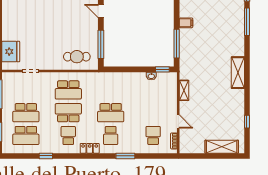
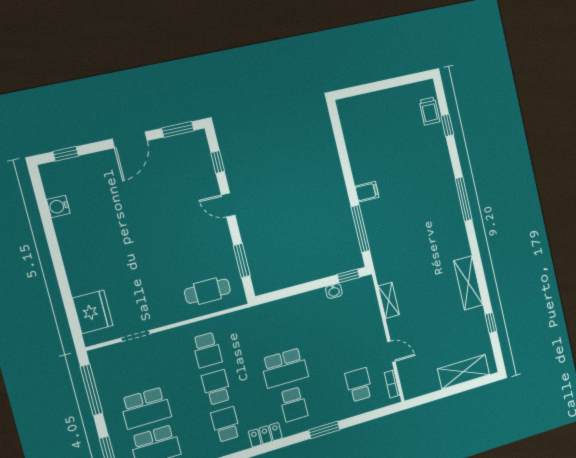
window: (247, 22) -> (464, 199), moved
window: (101, 44) -> (242, 260), width x0.69
shelving: (238, 73) -> (468, 283), moved
school desk: (68, 90) -> (207, 350), width x0.54
school desk: (68, 113) -> (216, 387), width x0.54

